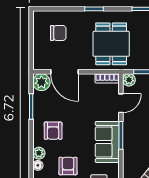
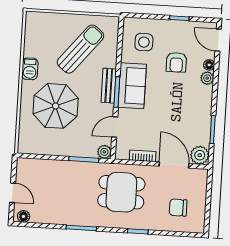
dining table: (111, 44) -> (121, 192), turned 90
bookcase: (107, 78) -> (143, 156), moved
armchair: (53, 131) -> (190, 102), removed
bench: (129, 141) -> (109, 86), added

